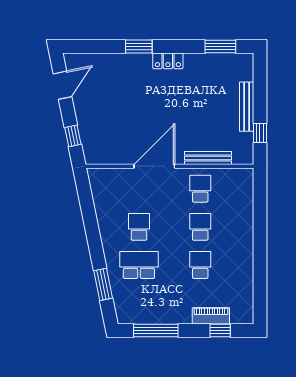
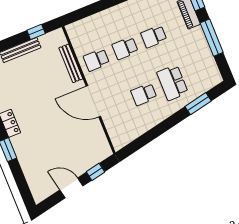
door: (63, 85) -> (71, 188), moved
window: (156, 330) -> (212, 38), moved

